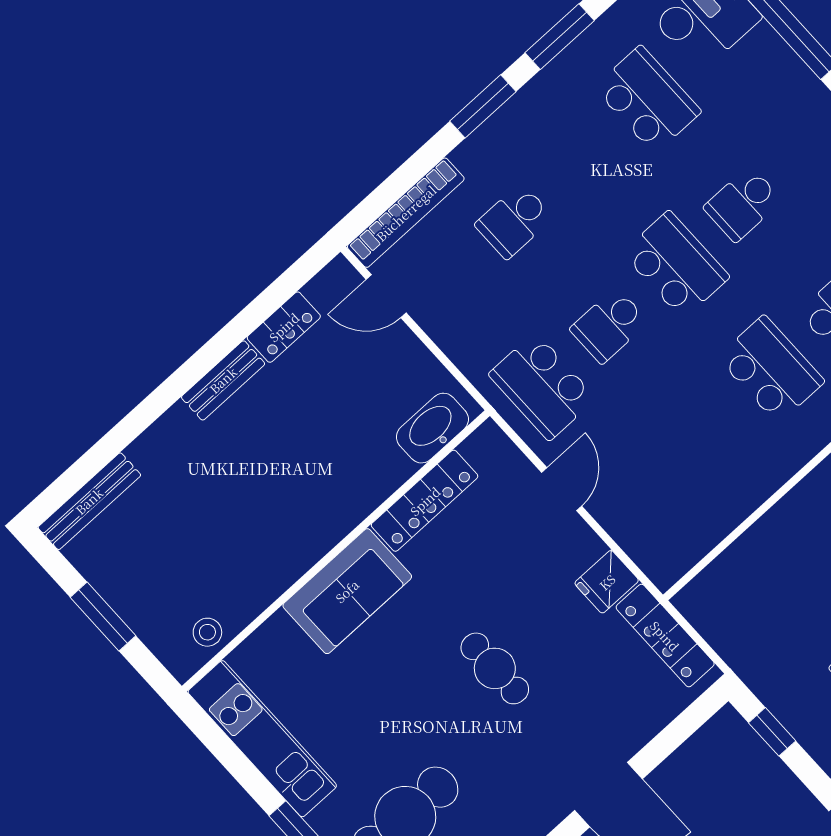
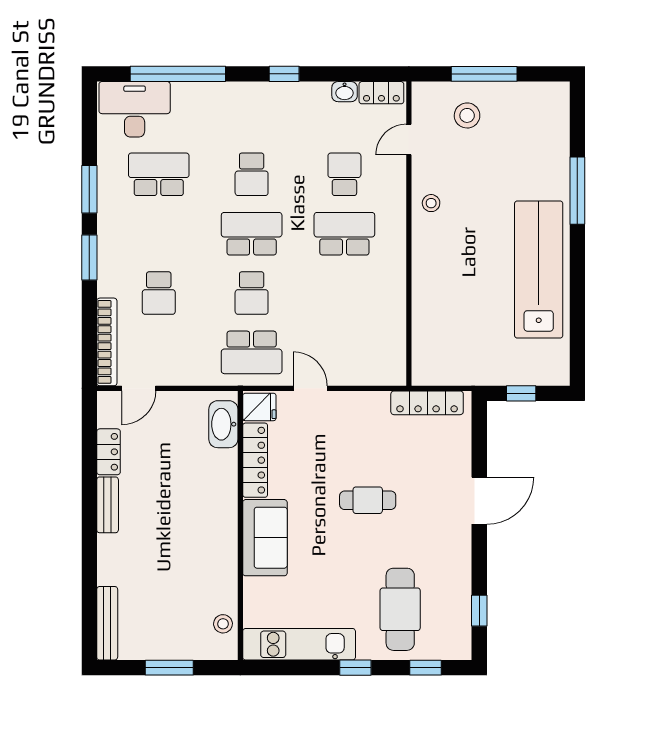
fridge: (607, 582) -> (259, 407), moved, turned -90

